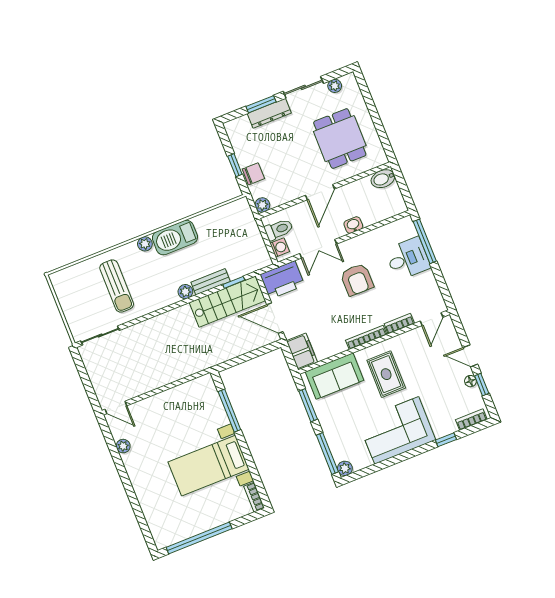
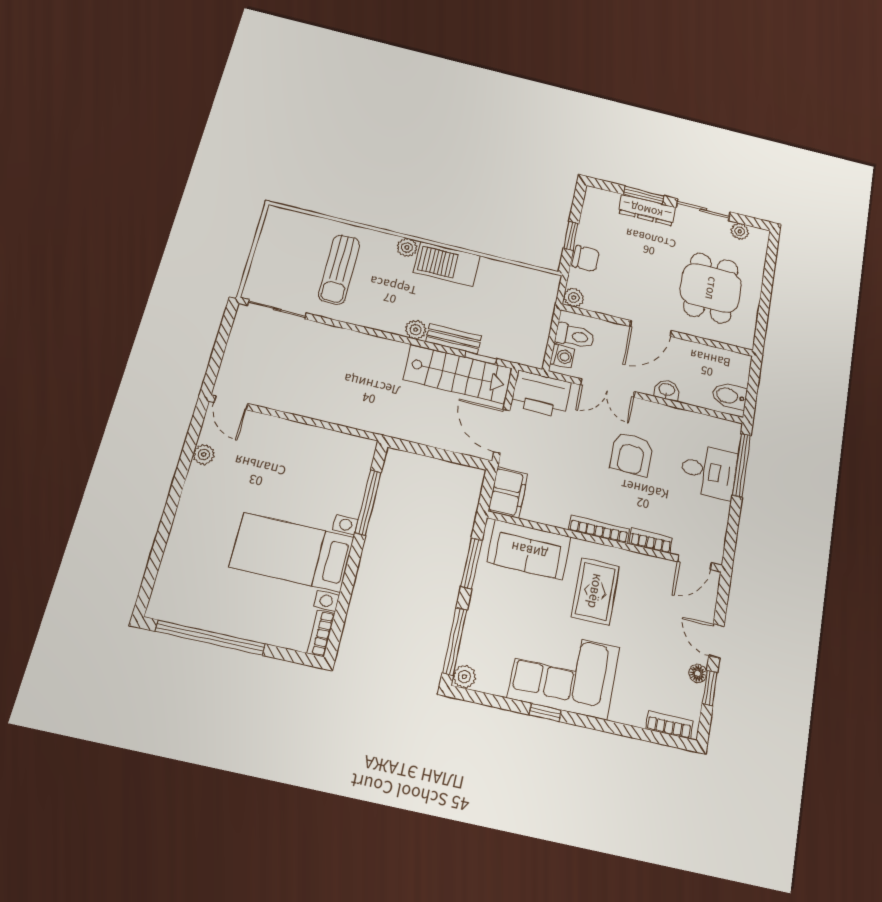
bidet: (383, 179) -> (729, 396), moved
window: (446, 440) -> (545, 712), moved

